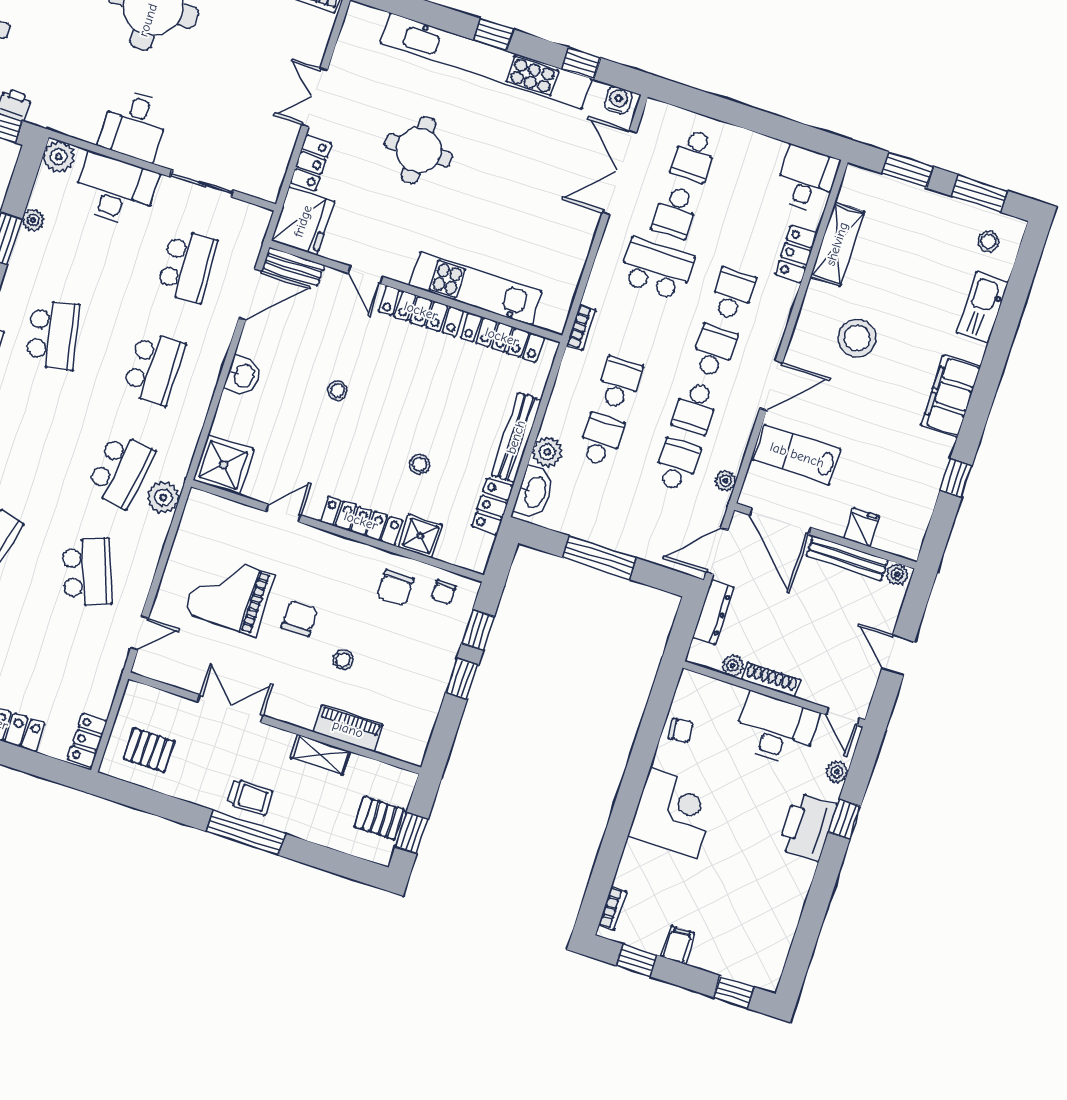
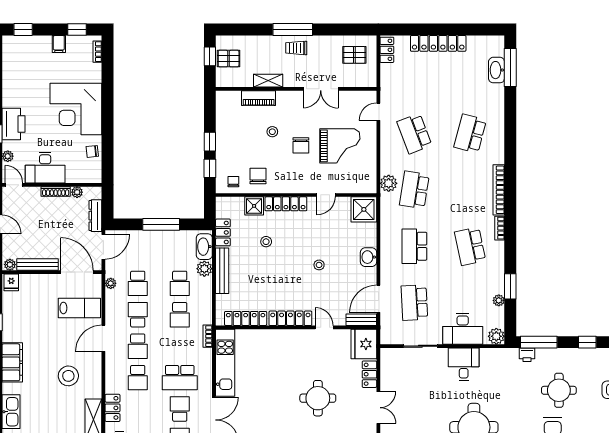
kitchen unit: (475, 288) -> (225, 363), moved, turned -90
fridge: (861, 527) -> (11, 282), moved
corner desk: (673, 813) -> (76, 109), width x1.36, depth x1.36

